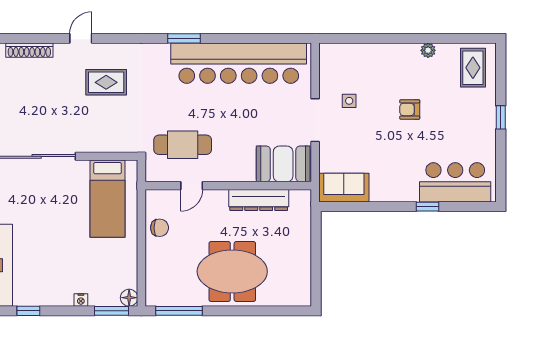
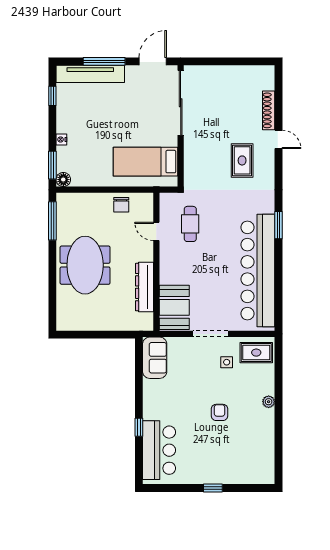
shoe rack: (29, 50) -> (269, 110), moved
plant: (428, 50) -> (269, 402), moved
rug: (473, 68) -> (256, 353), moved
cafe table: (183, 145) -> (190, 224), width x0.73, depth x0.74

